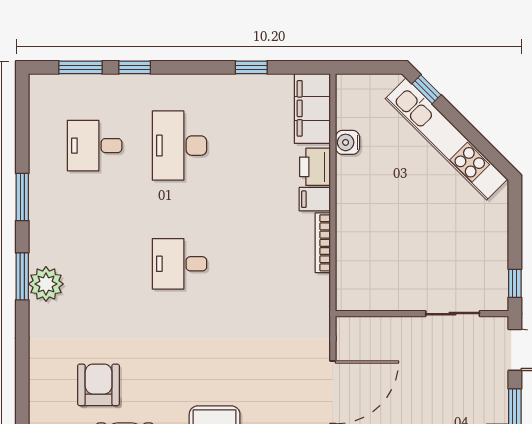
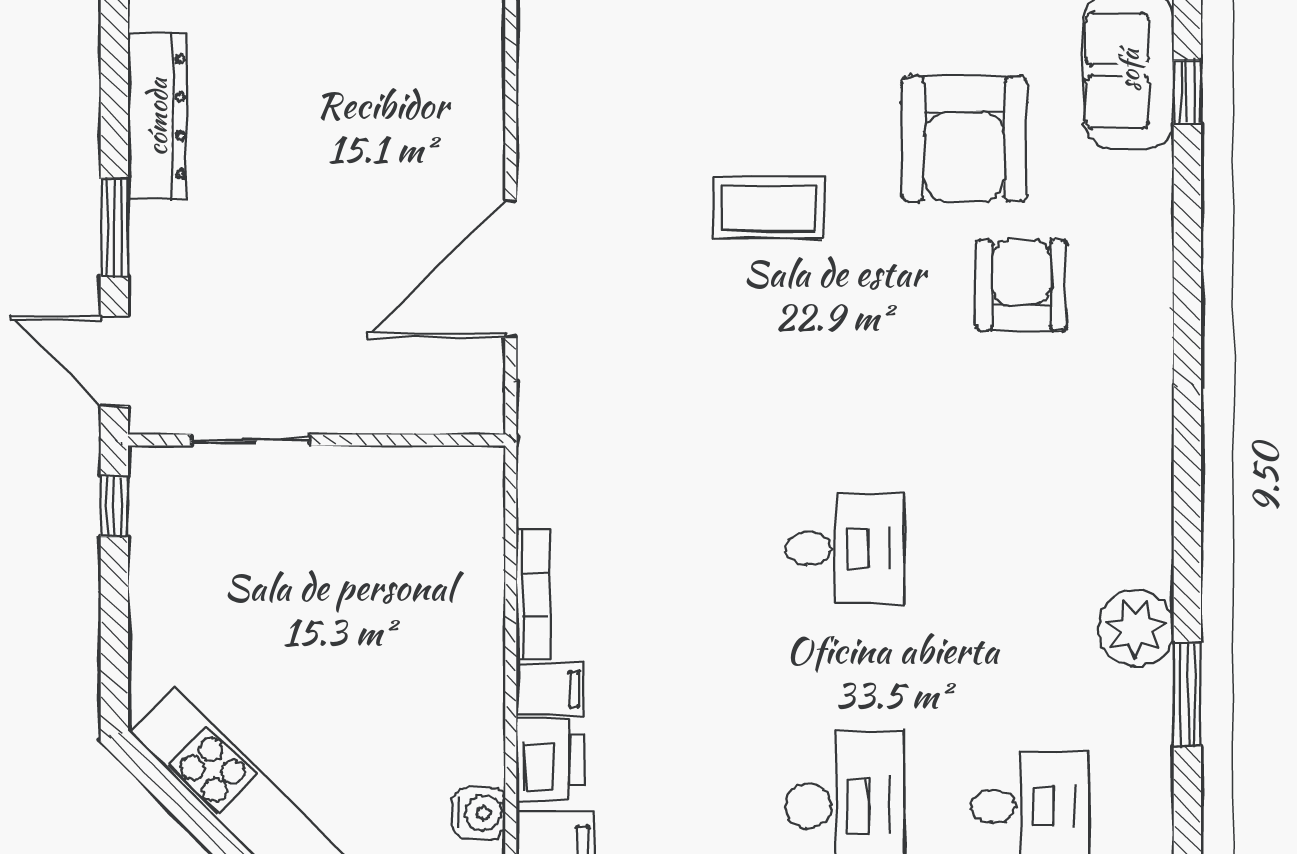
window: (22, 276) -> (1187, 521), removed
plant: (46, 284) -> (1136, 628), moved
armchair: (99, 385) -> (1021, 285), turned 180

